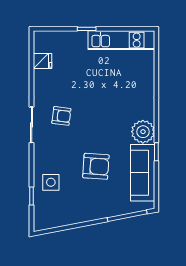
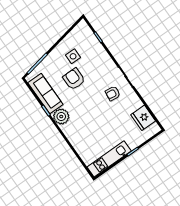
fridge: (42, 61) -> (143, 118), width x1.88, depth x1.34
armchair: (96, 166) -> (74, 79), turned 86
side table: (51, 182) -> (73, 56), moved

